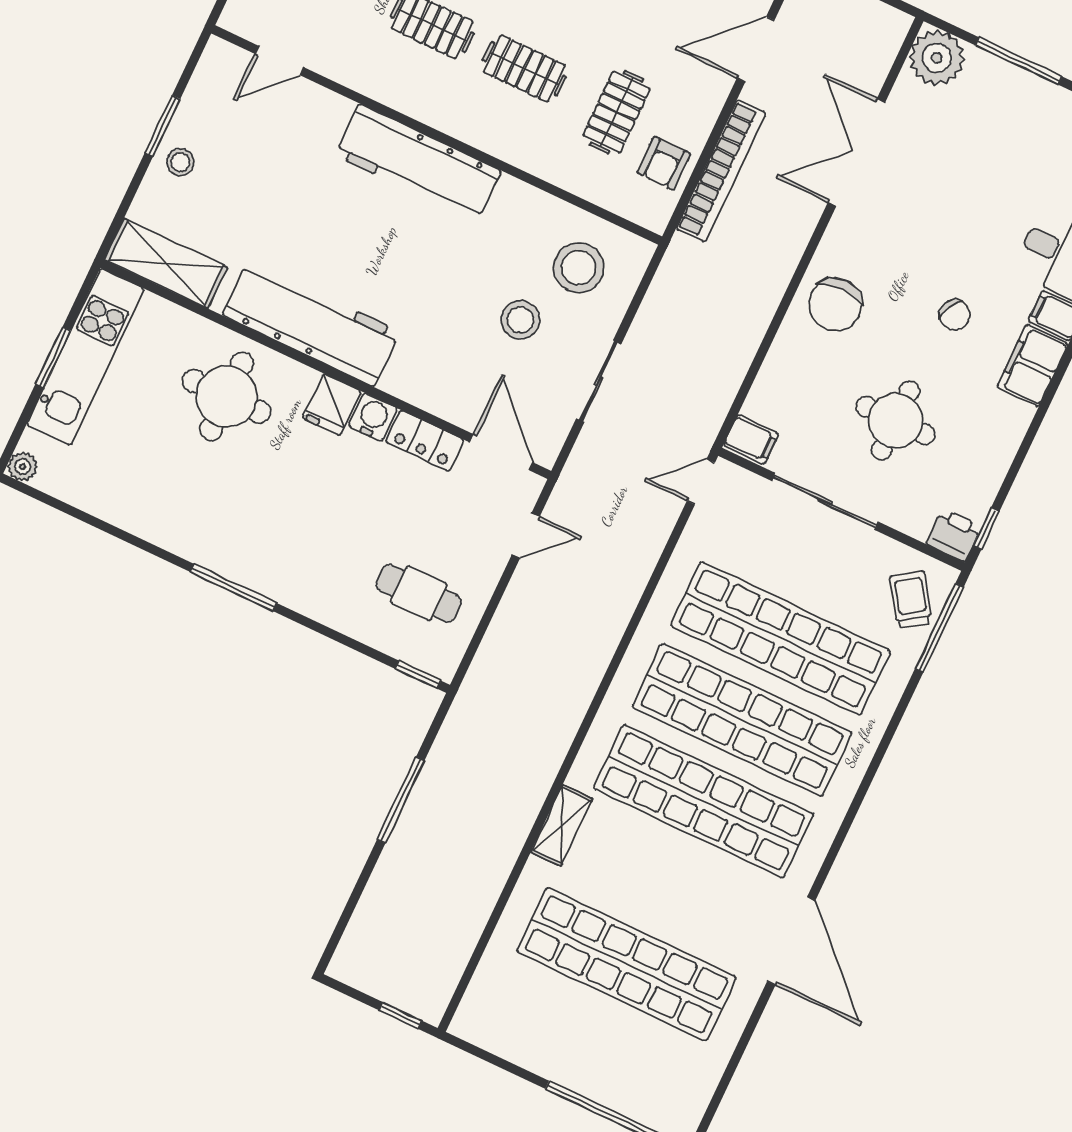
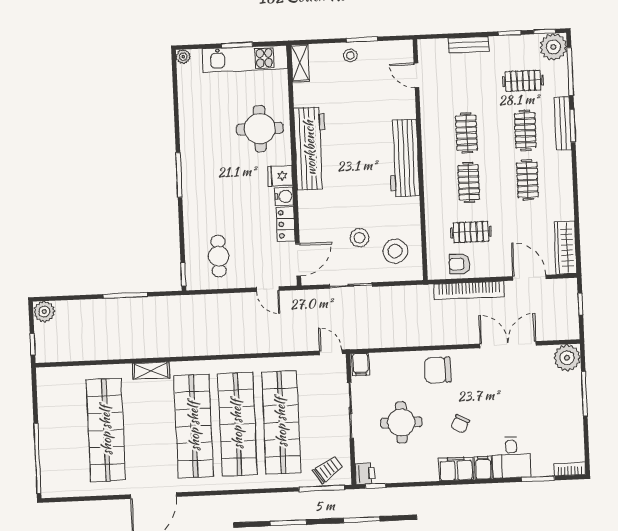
shelving: (166, 263) -> (300, 63), width x0.67, depth x0.75
plant: (353, 963) -> (44, 312), added

